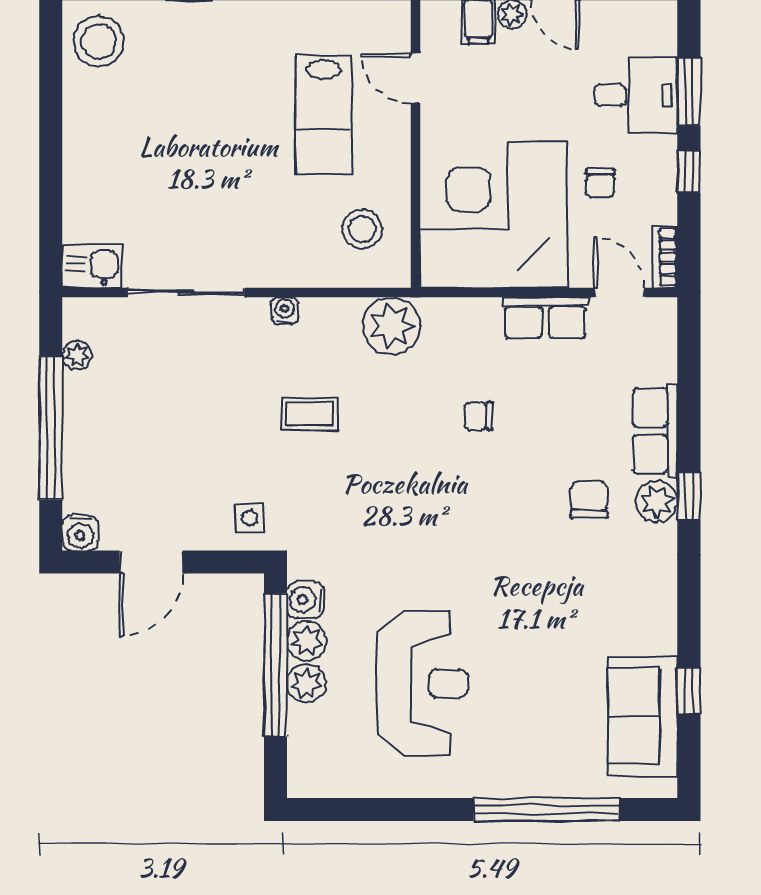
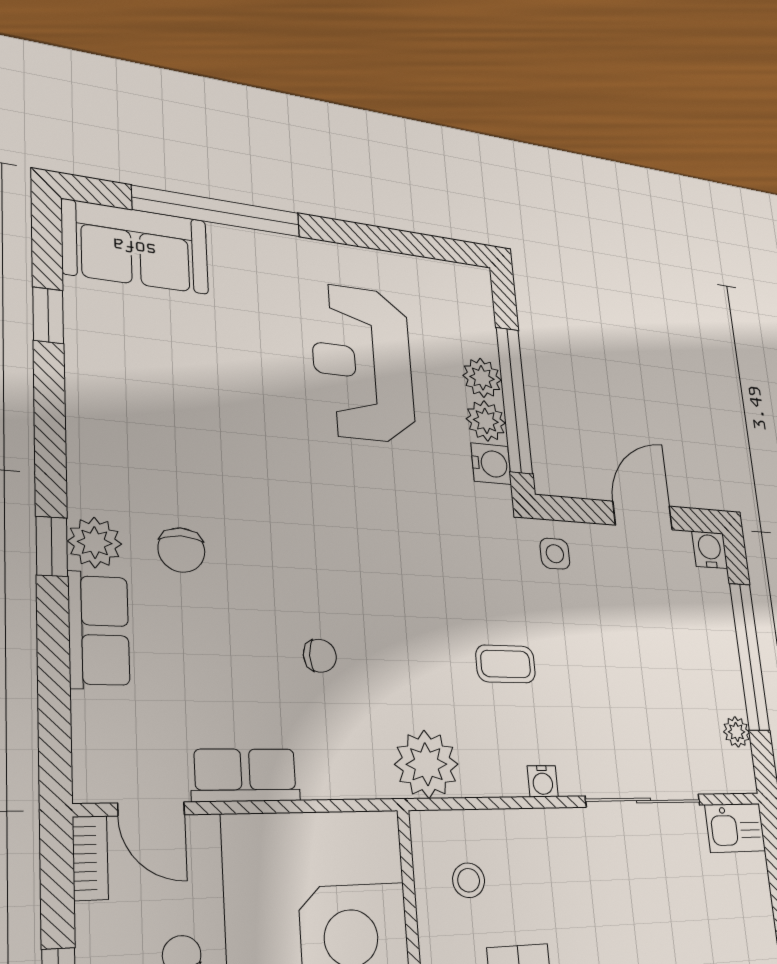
stool: (362, 229) -> (469, 880), width x0.73, depth x0.73
sofa: (643, 716) -> (135, 247), moved, turned 90

